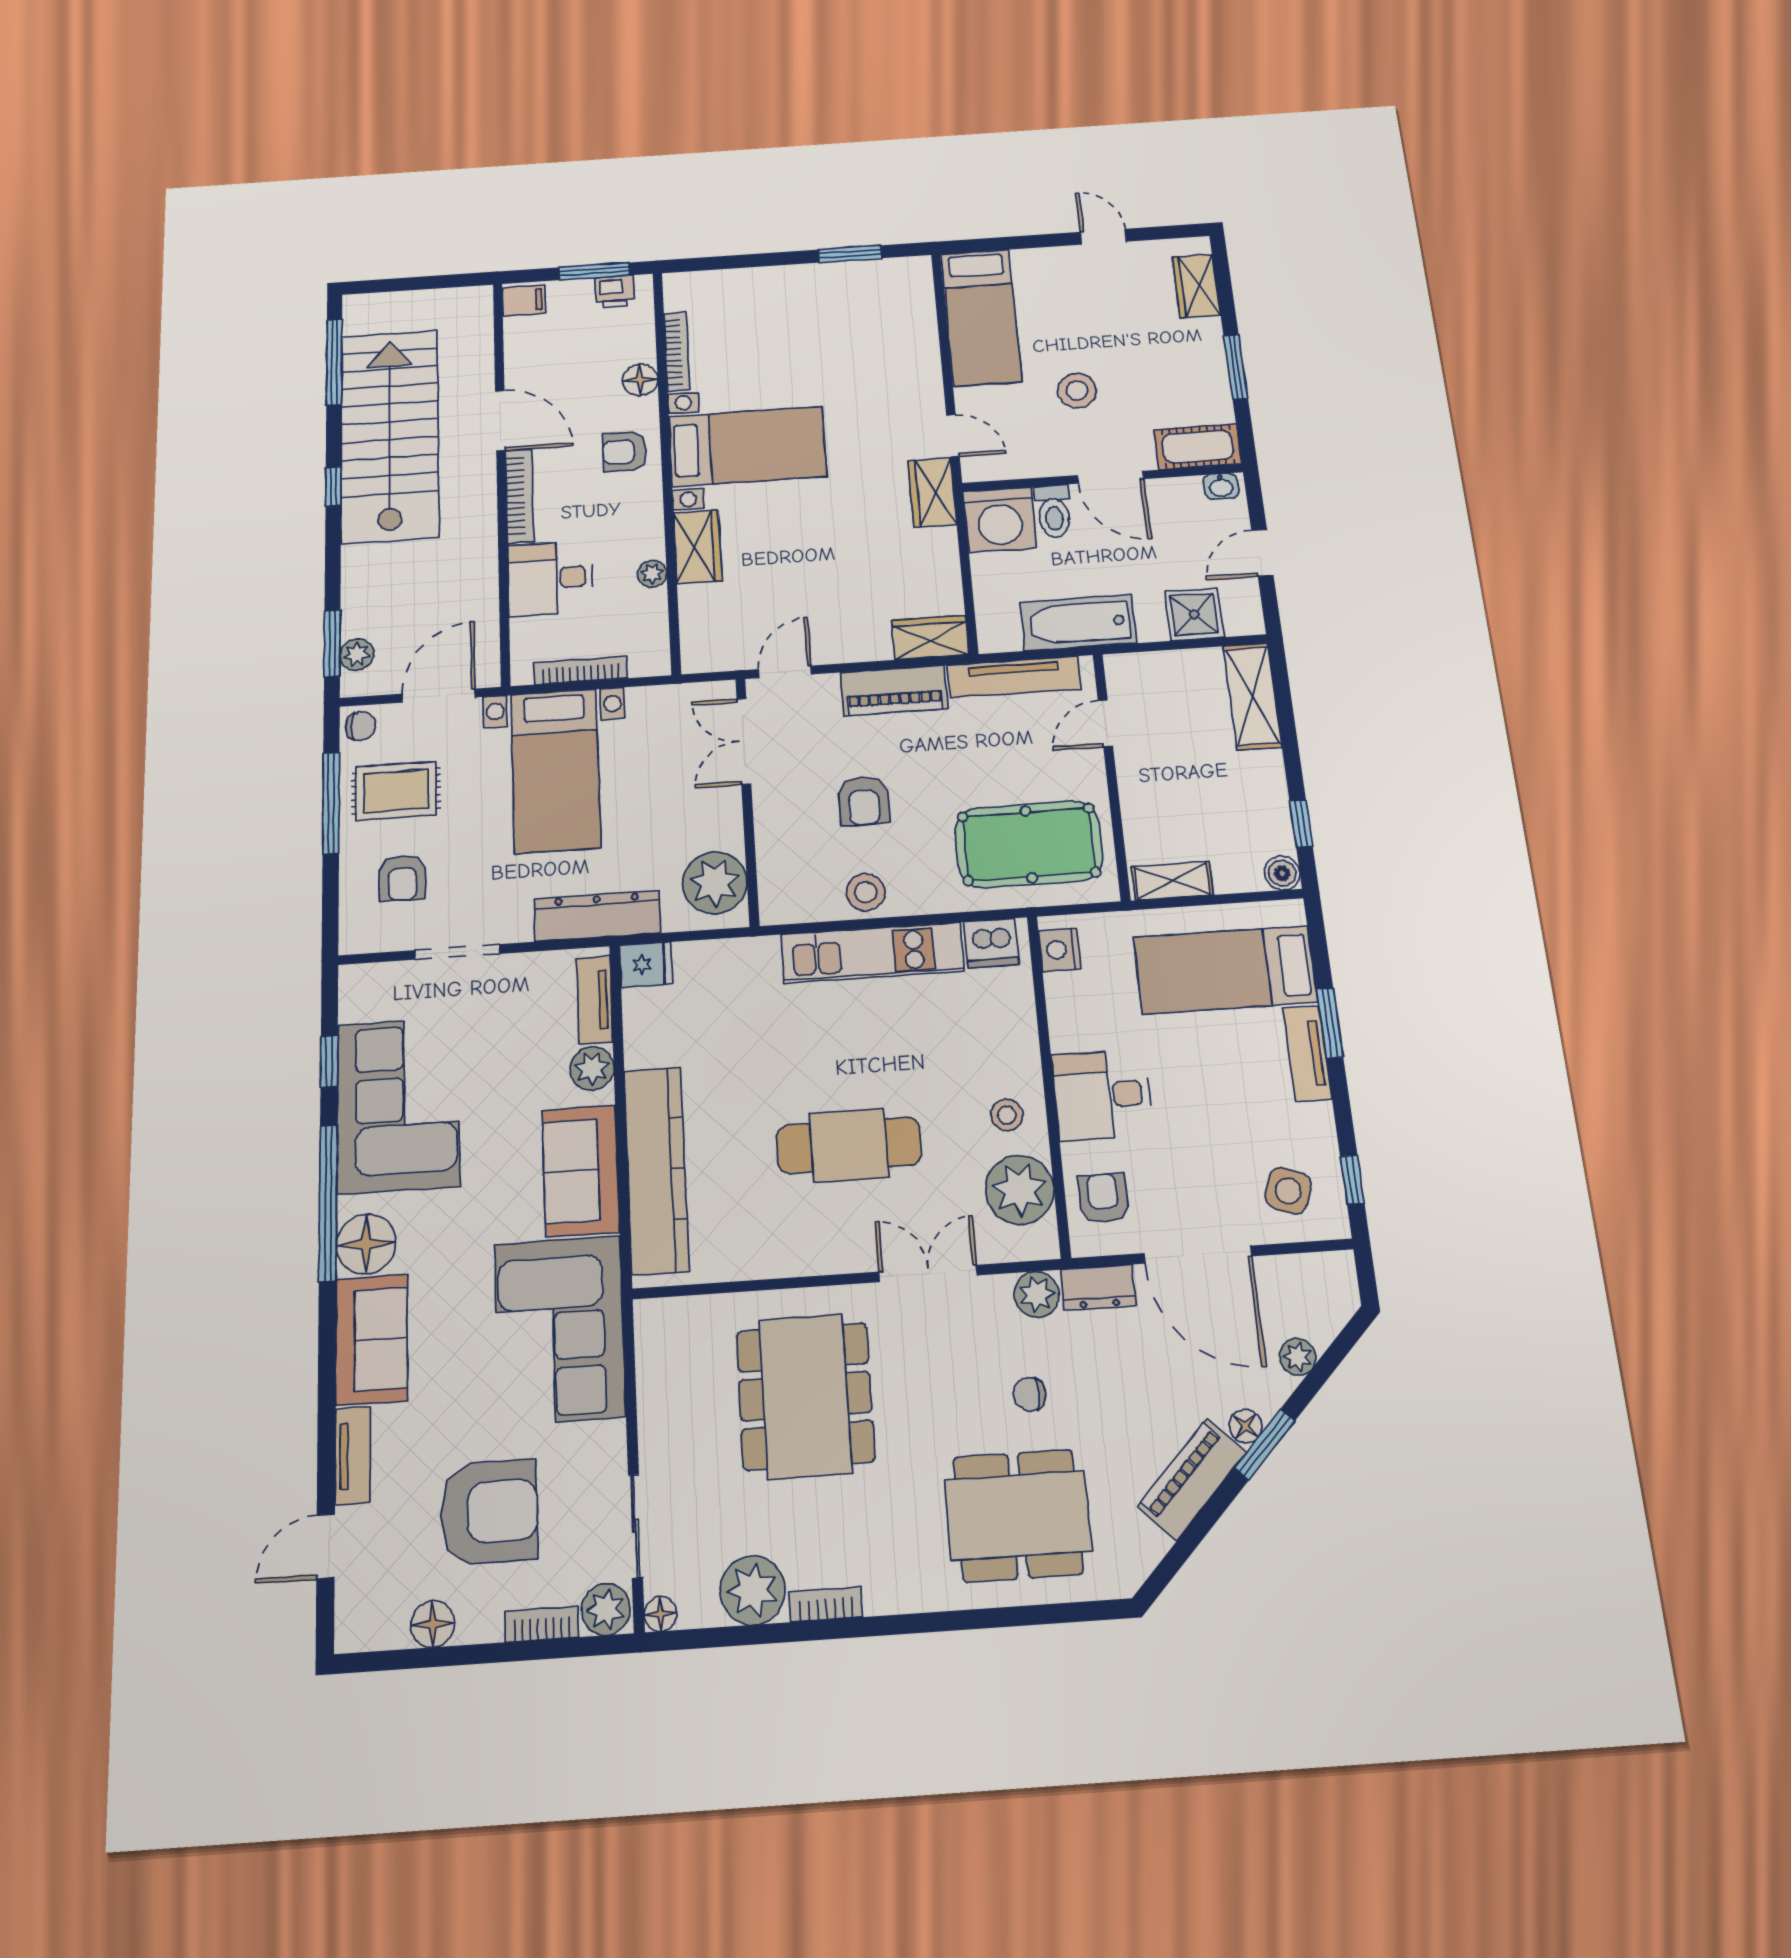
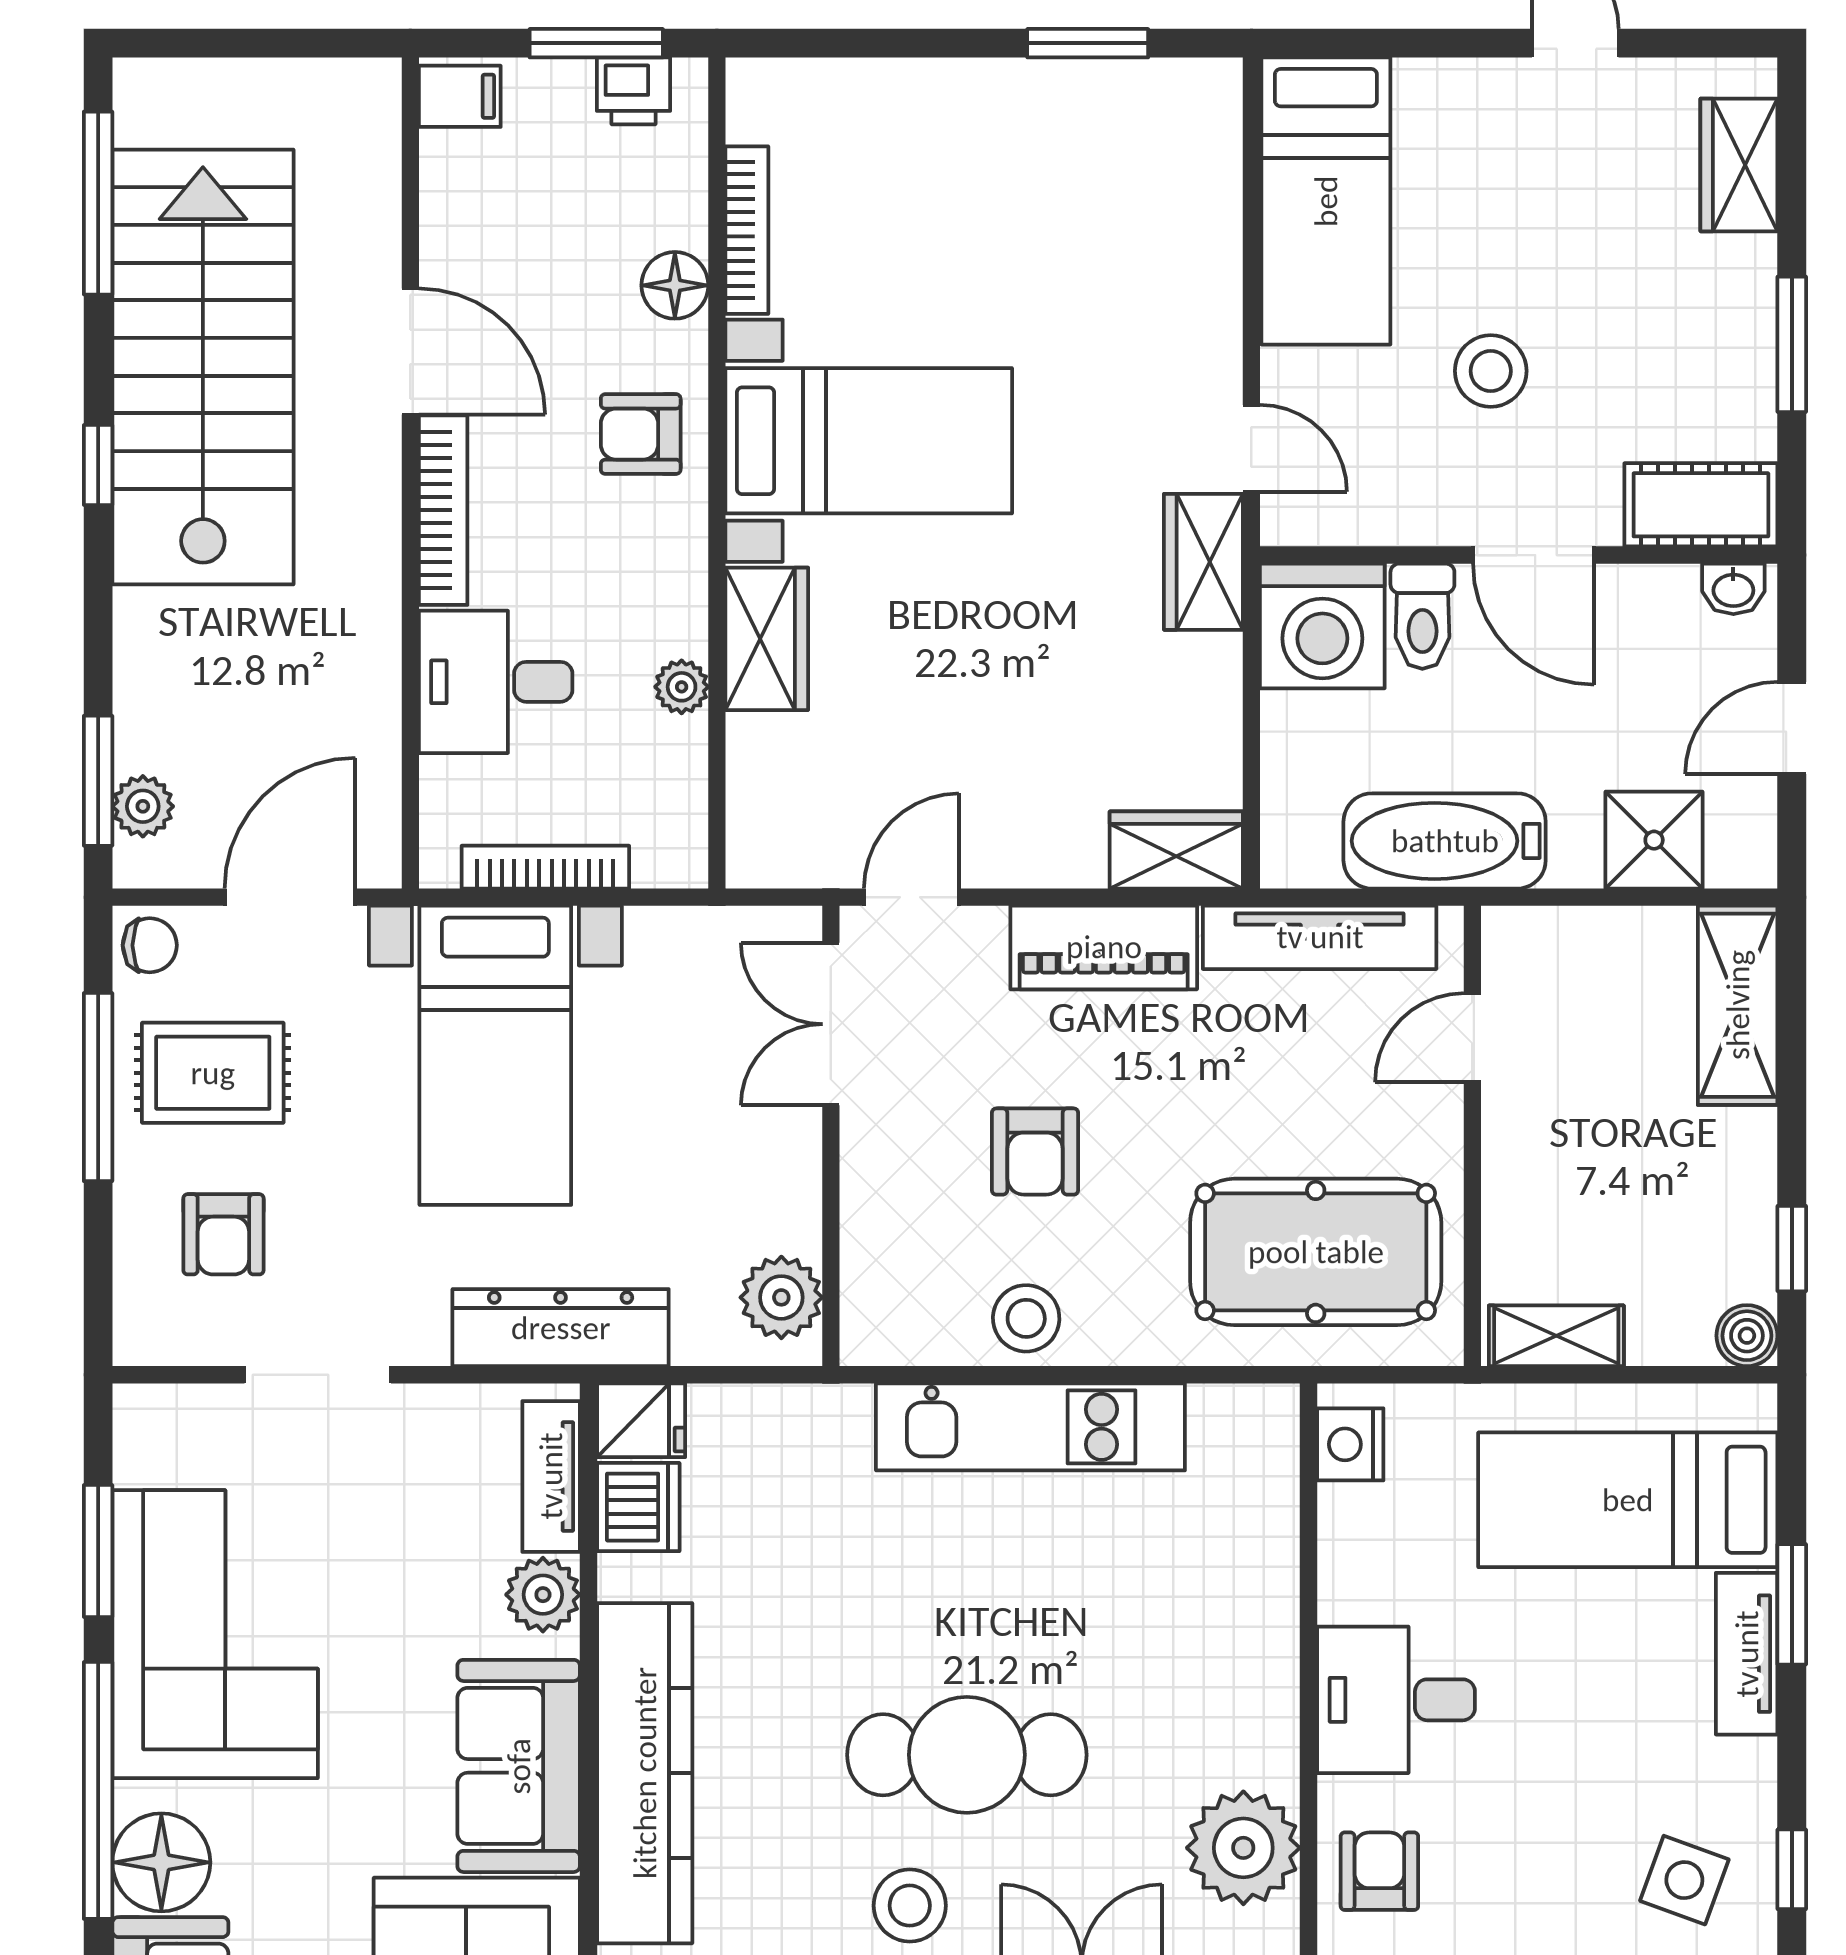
plant: (715, 883) -> (781, 1297), width x0.73, depth x0.73
dishwasher: (991, 943) -> (638, 1507), moved, turned -90
window: (329, 1061) -> (98, 1551), width x1.50
stool: (1007, 1115) -> (910, 1906), moved, width x1.37, depth x1.37

